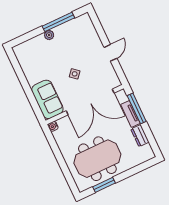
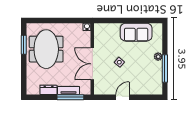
door: (110, 53) -> (123, 97), swing flipped
sofa: (47, 99) -> (136, 32), moved
double door: (90, 102) -> (92, 64), width x0.73

